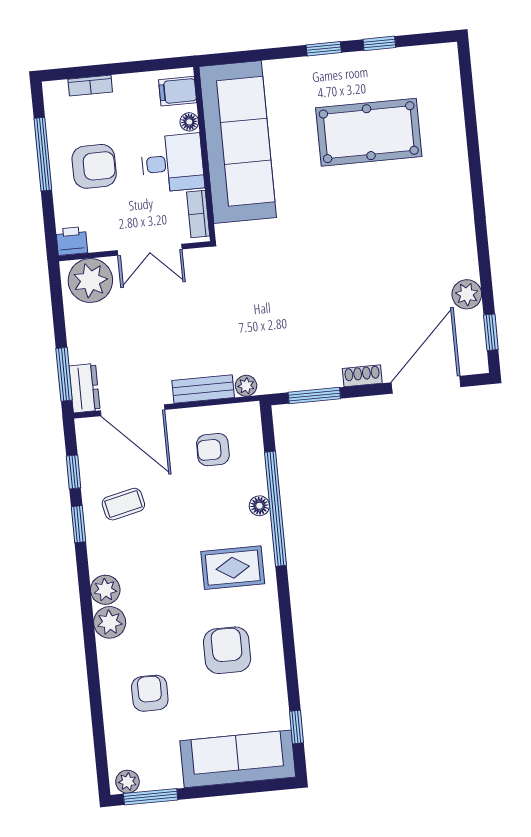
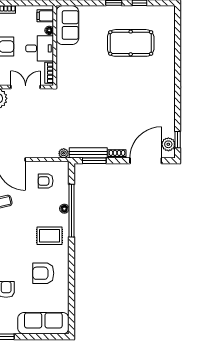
sofa: (238, 142) -> (67, 25), width x0.54, depth x0.79
double door: (150, 250) -> (26, 87), swing flipped
plant: (467, 294) -> (168, 144), moved
bench: (203, 389) -> (88, 153), moved, width x1.36
armchair: (227, 650) -> (43, 273), turned -90
window: (296, 727) -> (72, 311), removed

